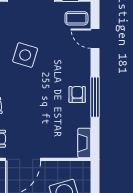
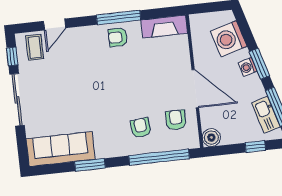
side table: (25, 55) -> (81, 99), removed
fireplace: (84, 143) -> (164, 27), width x1.37, depth x1.32

